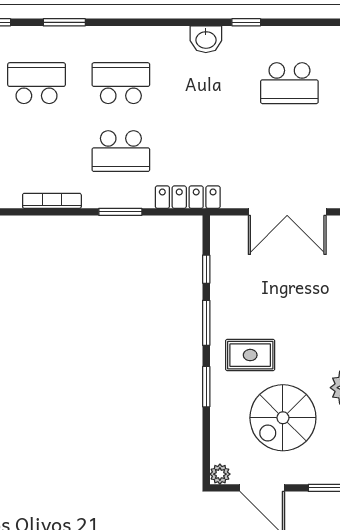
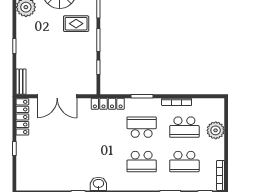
school desk: (289, 83) -> (184, 127), moved, turned 180
double door: (287, 212) -> (57, 96), swing flipped

